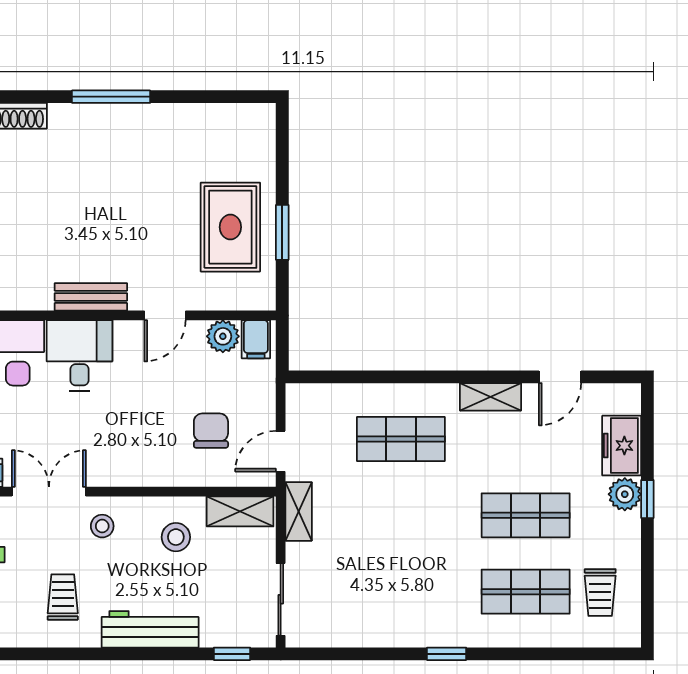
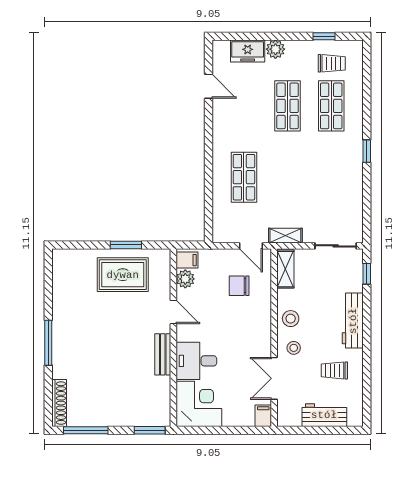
shelving: (490, 397) -> (220, 126), removed
window: (647, 499) -> (324, 36), moved
stool: (176, 537) -> (291, 319), moved

